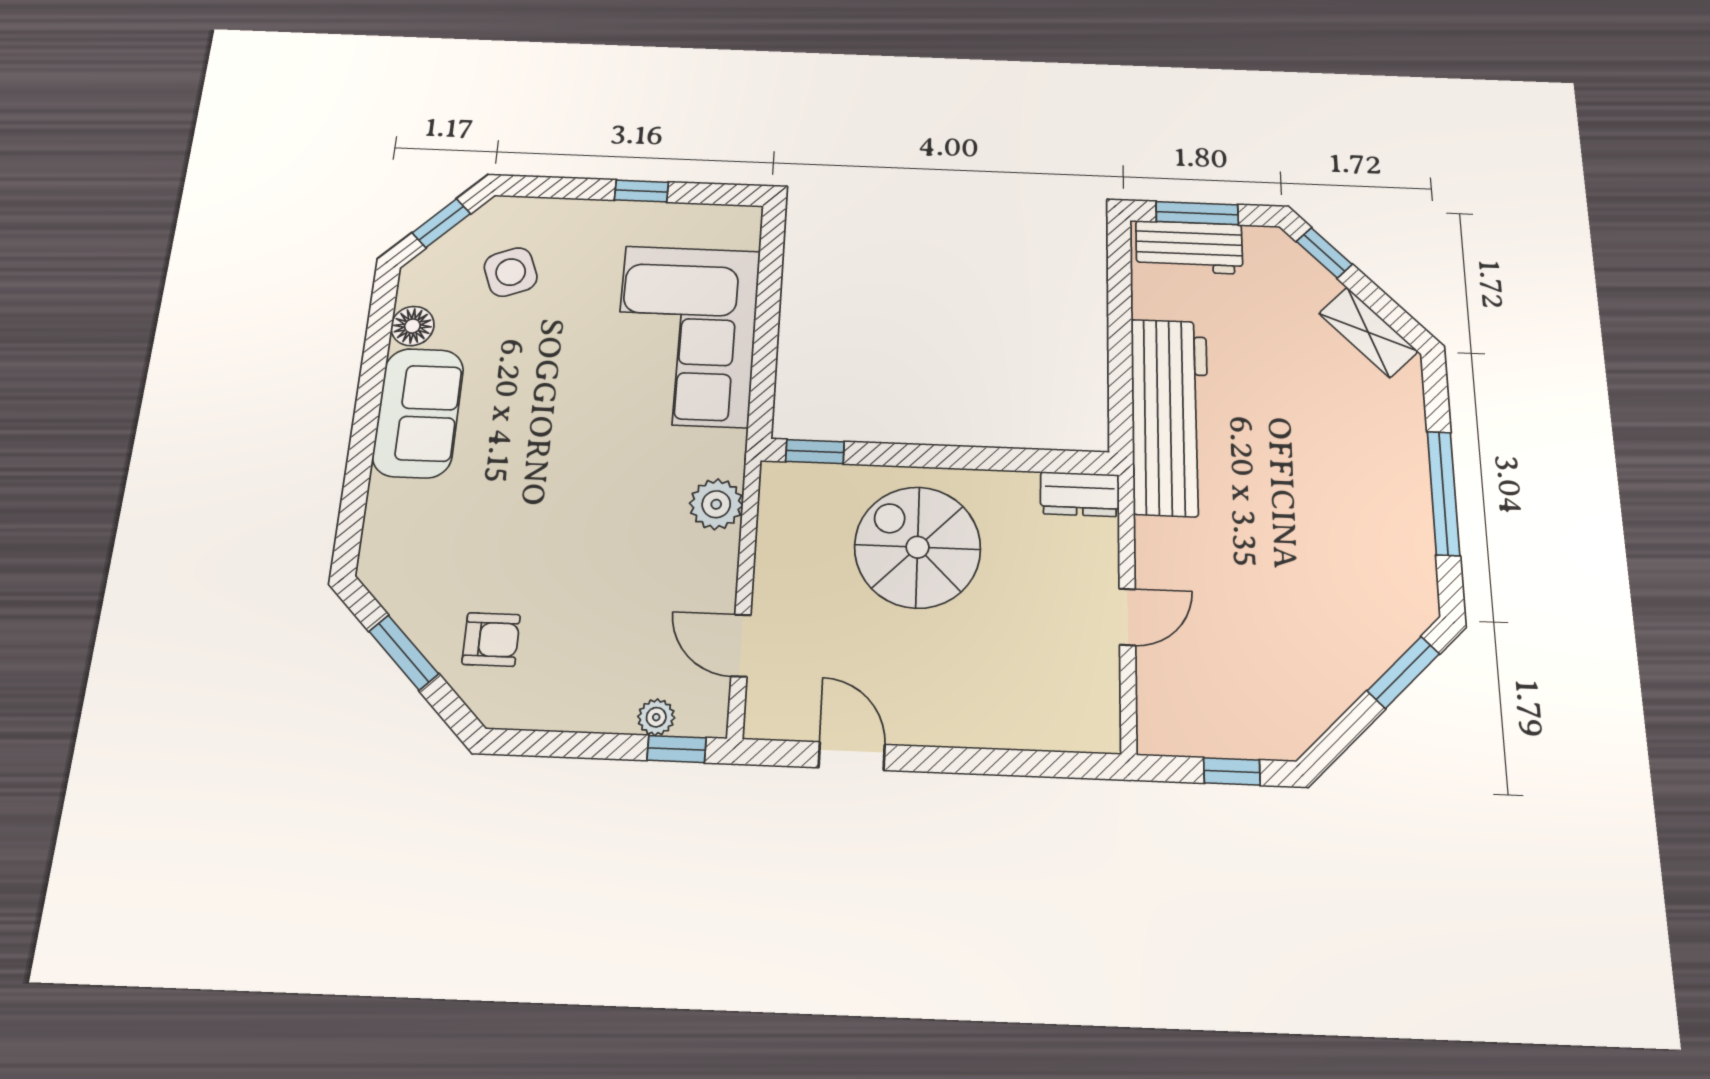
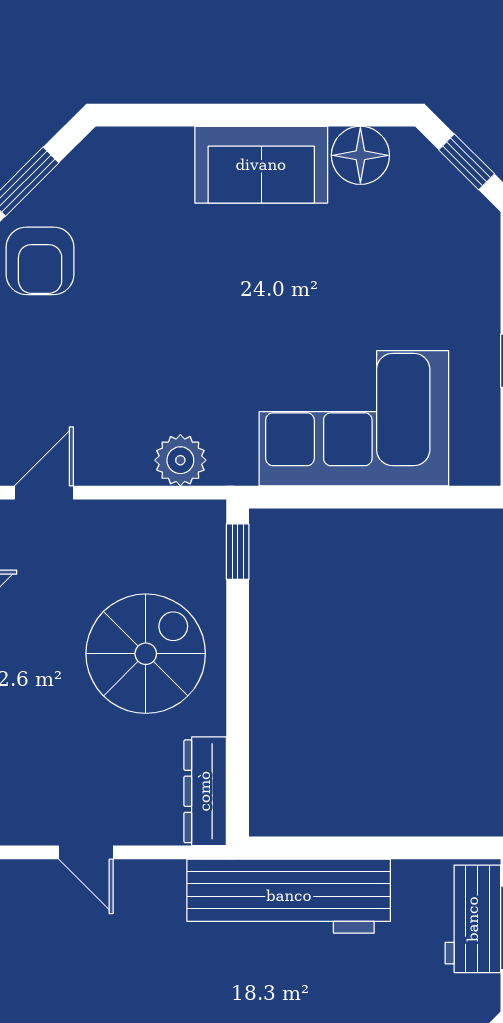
side table: (511, 272) -> (415, 238), removed
floor lamp: (412, 326) -> (360, 155), width x1.38, depth x1.38
dresser: (1080, 494) -> (205, 791), width x1.44
armchair: (491, 639) -> (40, 261), width x1.38, depth x1.38

